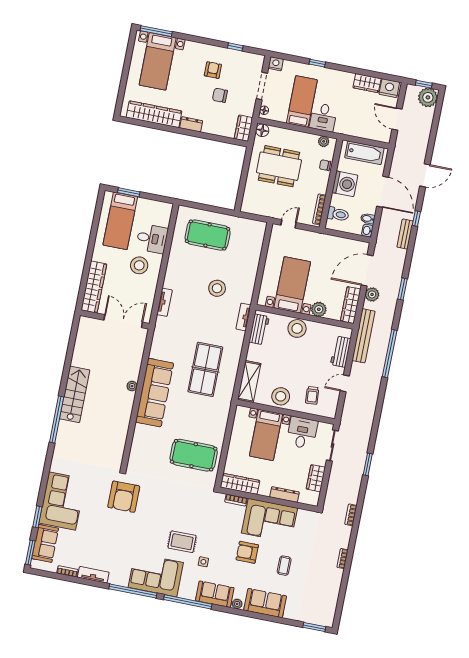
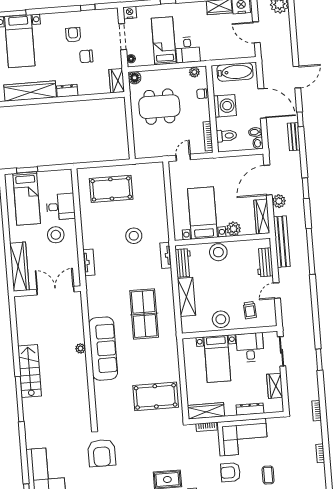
shelving: (249, 381) -> (187, 297), moved

